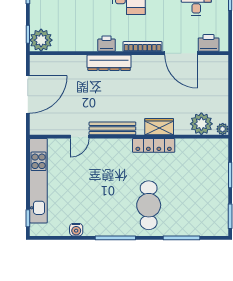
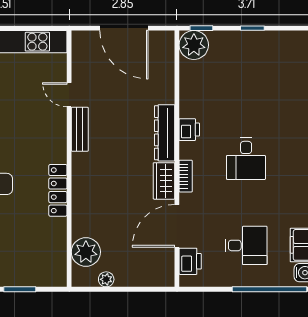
bookcase: (143, 46) -> (186, 176), width x0.64
wardrobe: (159, 127) -> (164, 181), moved, turned 180
bench: (112, 128) -> (80, 129), width x0.73
plant: (223, 129) -> (106, 279), moved

